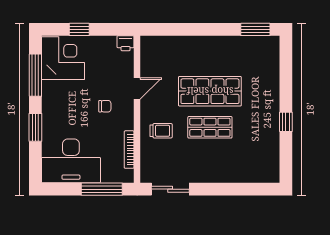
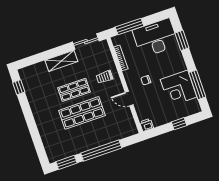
window: (201, 29) -> (101, 150), added
corner desk: (63, 58) -> (179, 88), moved
door: (137, 89) -> (129, 99), hinge flipped
window: (286, 122) -> (19, 87), moved
window: (35, 127) -> (182, 40), moved
shelving: (214, 174) -> (61, 61), added

